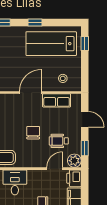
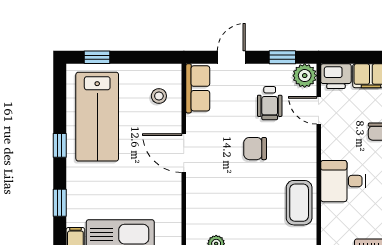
row of seats: (57, 100) -> (198, 88), moved

